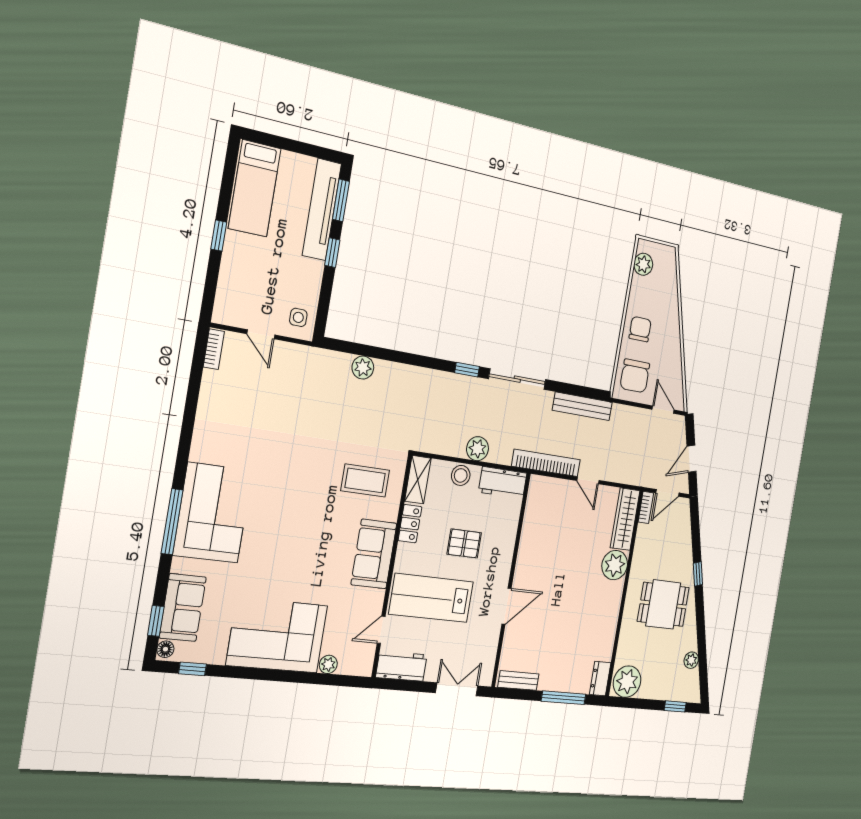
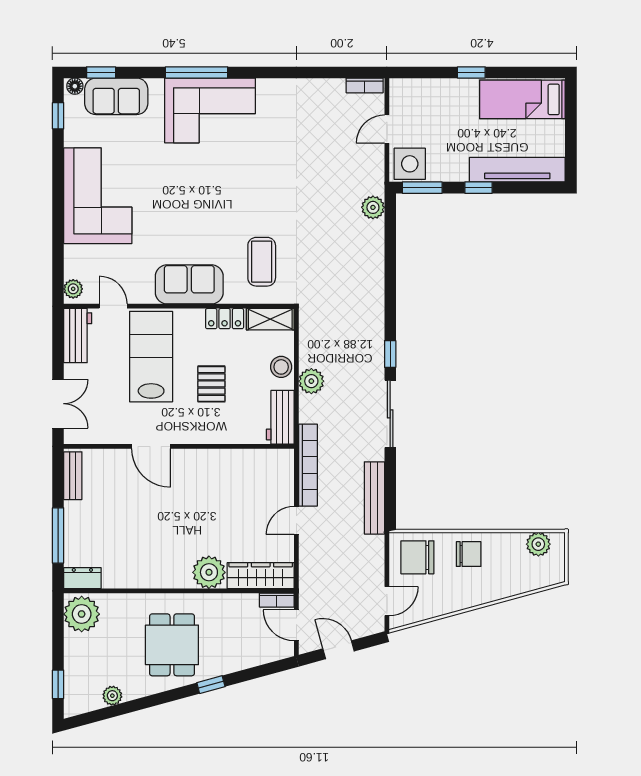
window: (341, 200) -> (422, 188), moved
side table: (298, 317) -> (410, 164), width x1.87, depth x1.87
plant: (363, 368) -> (373, 207), moved
plant: (328, 664) -> (73, 289), moved

